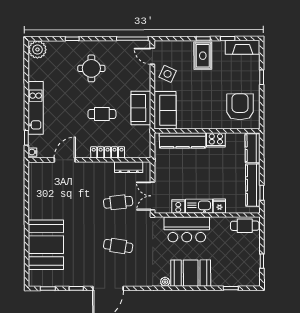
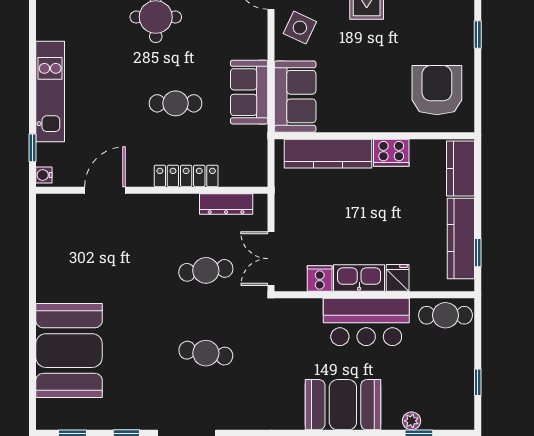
bar counter: (187, 229) -> (366, 322), moved
plant: (165, 282) -> (411, 421), moved

